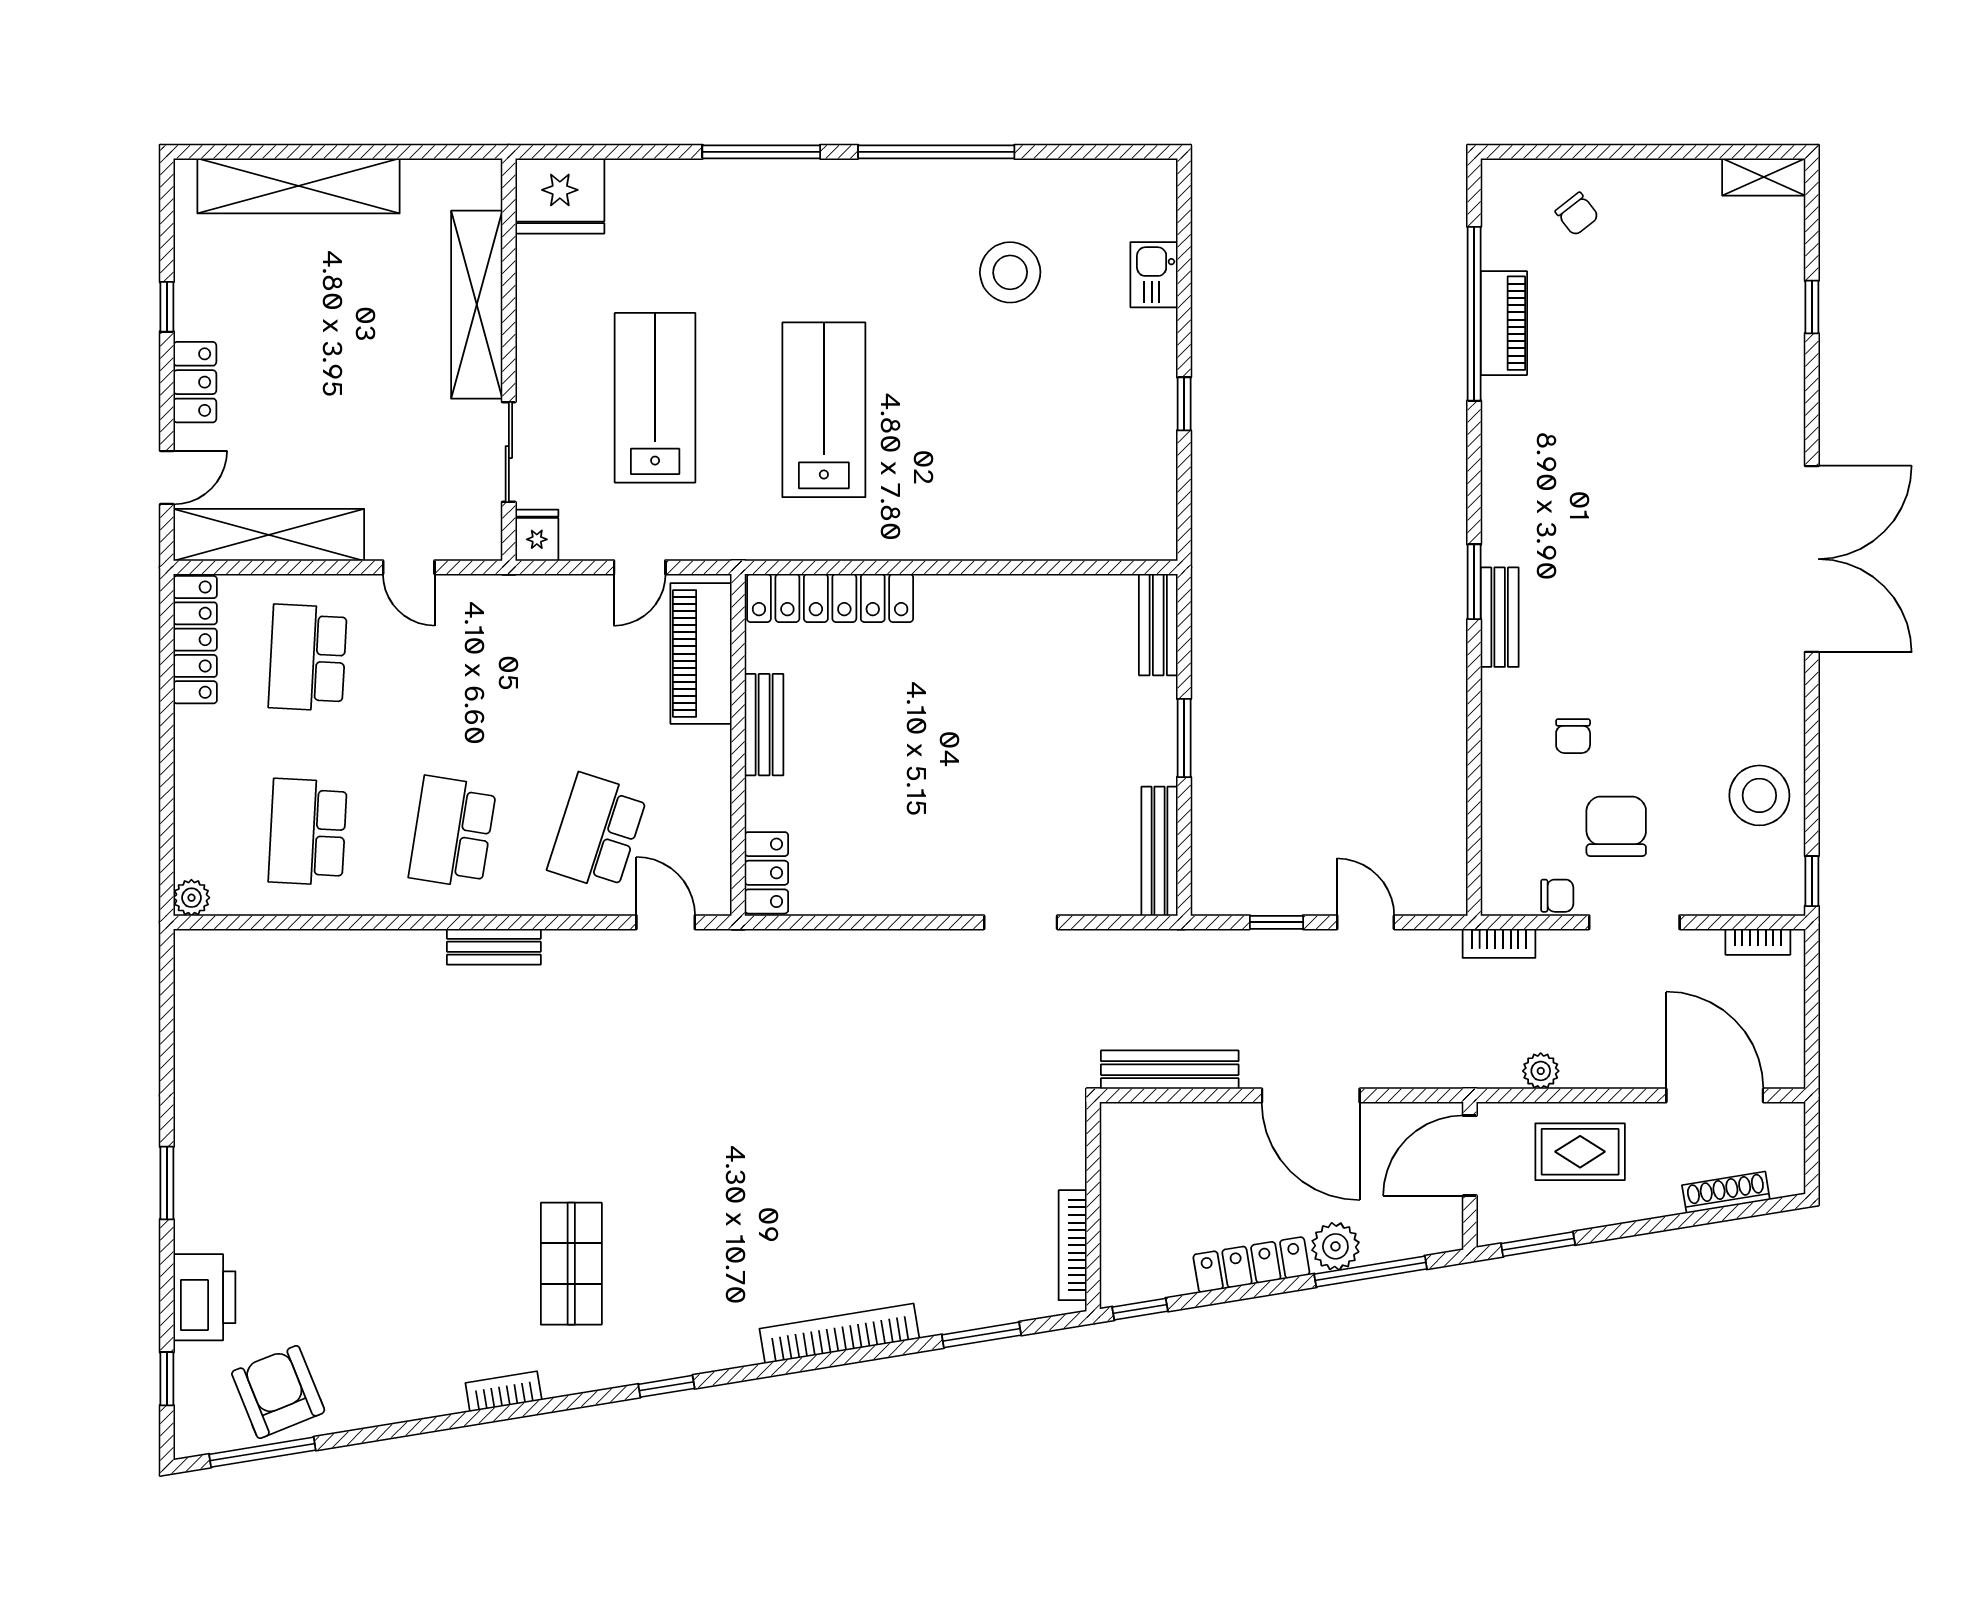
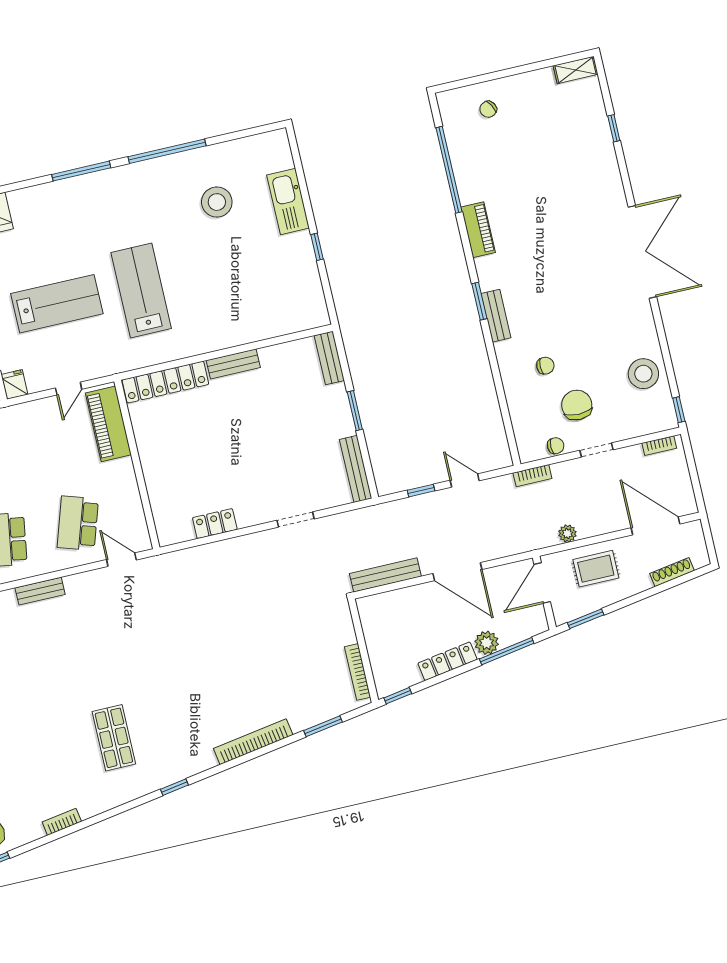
chair: (1577, 214) -> (488, 109), turned 97
kitchen sink: (1154, 275) -> (288, 202), width x1.88, depth x1.24
piano: (1504, 323) -> (478, 230), moved
lab bench: (655, 398) -> (57, 304), turned 90
bench: (764, 725) -> (233, 364), moved, turned 90
chair: (1573, 736) -> (545, 366), turned -90
locker: (766, 873) -> (215, 524), moved, turned -90
doorway: (1634, 922) -> (596, 450), width x0.73
bookcase: (504, 1391) -> (62, 822), moved

